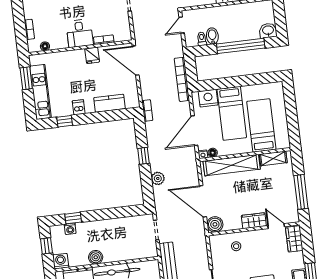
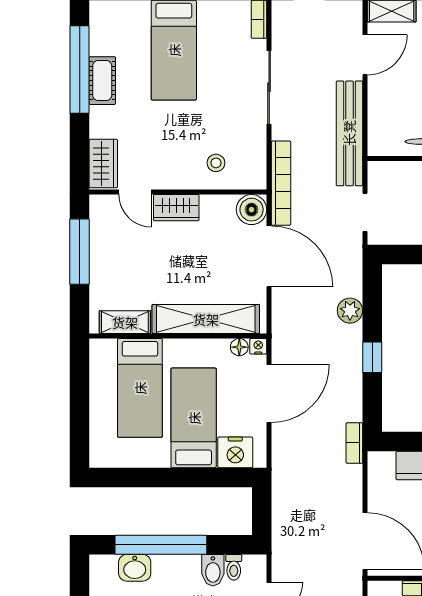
washbasin: (268, 31) -> (135, 568), moved
bookcase: (182, 79) -> (281, 183), moved

